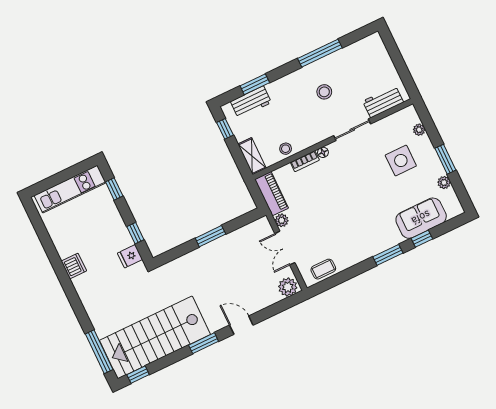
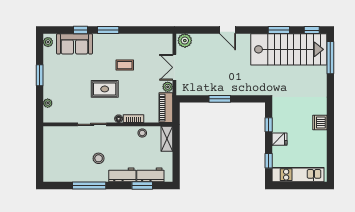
workbench: (383, 102) -> (122, 175), moved, turned 180
window: (225, 129) -> (176, 165), removed
side table: (401, 160) -> (70, 89), removed
rug: (358, 181) -> (105, 89), added
plant: (444, 183) -> (48, 42), moved
double door: (285, 248) -> (174, 67), swing flipped
fridge: (130, 256) -> (280, 139), moved
coffee table: (323, 269) -> (125, 65), moved
window: (204, 343) -> (279, 30), moved

